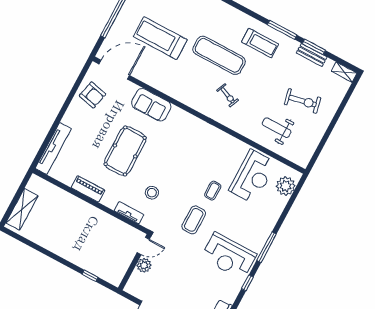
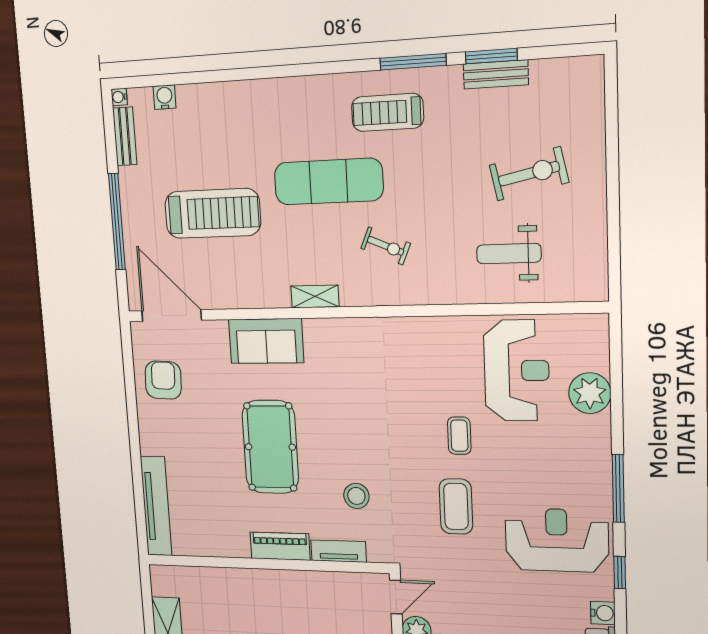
treadmill: (160, 38) -> (213, 213), turned 180
treadmill: (260, 43) -> (387, 112), turned 180
door: (114, 70) -> (172, 315), hinge flipped
shelving: (344, 72) -> (315, 296), moved
armchair: (93, 95) -> (163, 380), turned -100
plant: (286, 186) -> (590, 393), moved
piano: (88, 189) -> (280, 546), moved
reception desk: (229, 256) -> (557, 540), turned 180
water cooler: (231, 297) -> (603, 613), added

